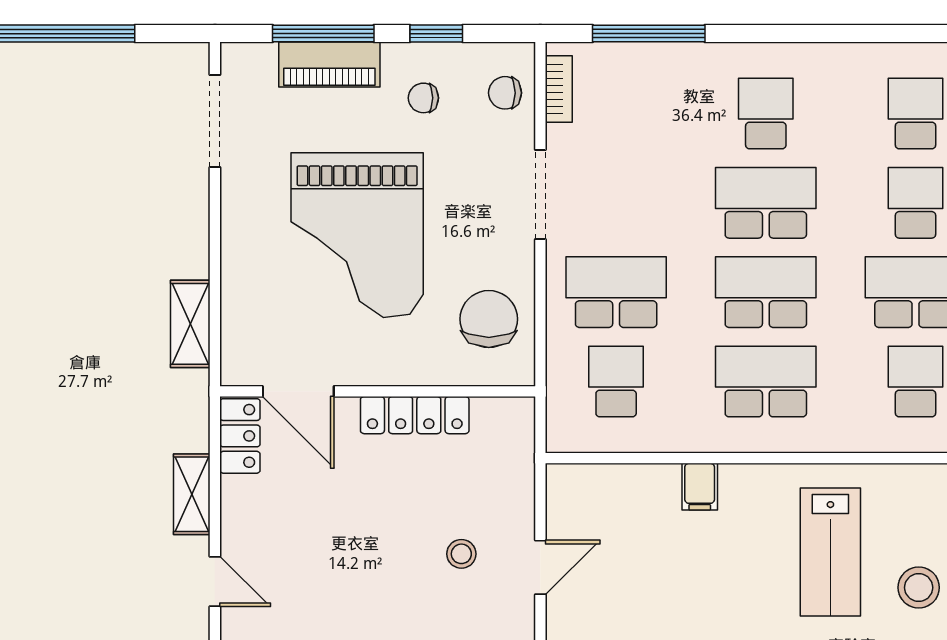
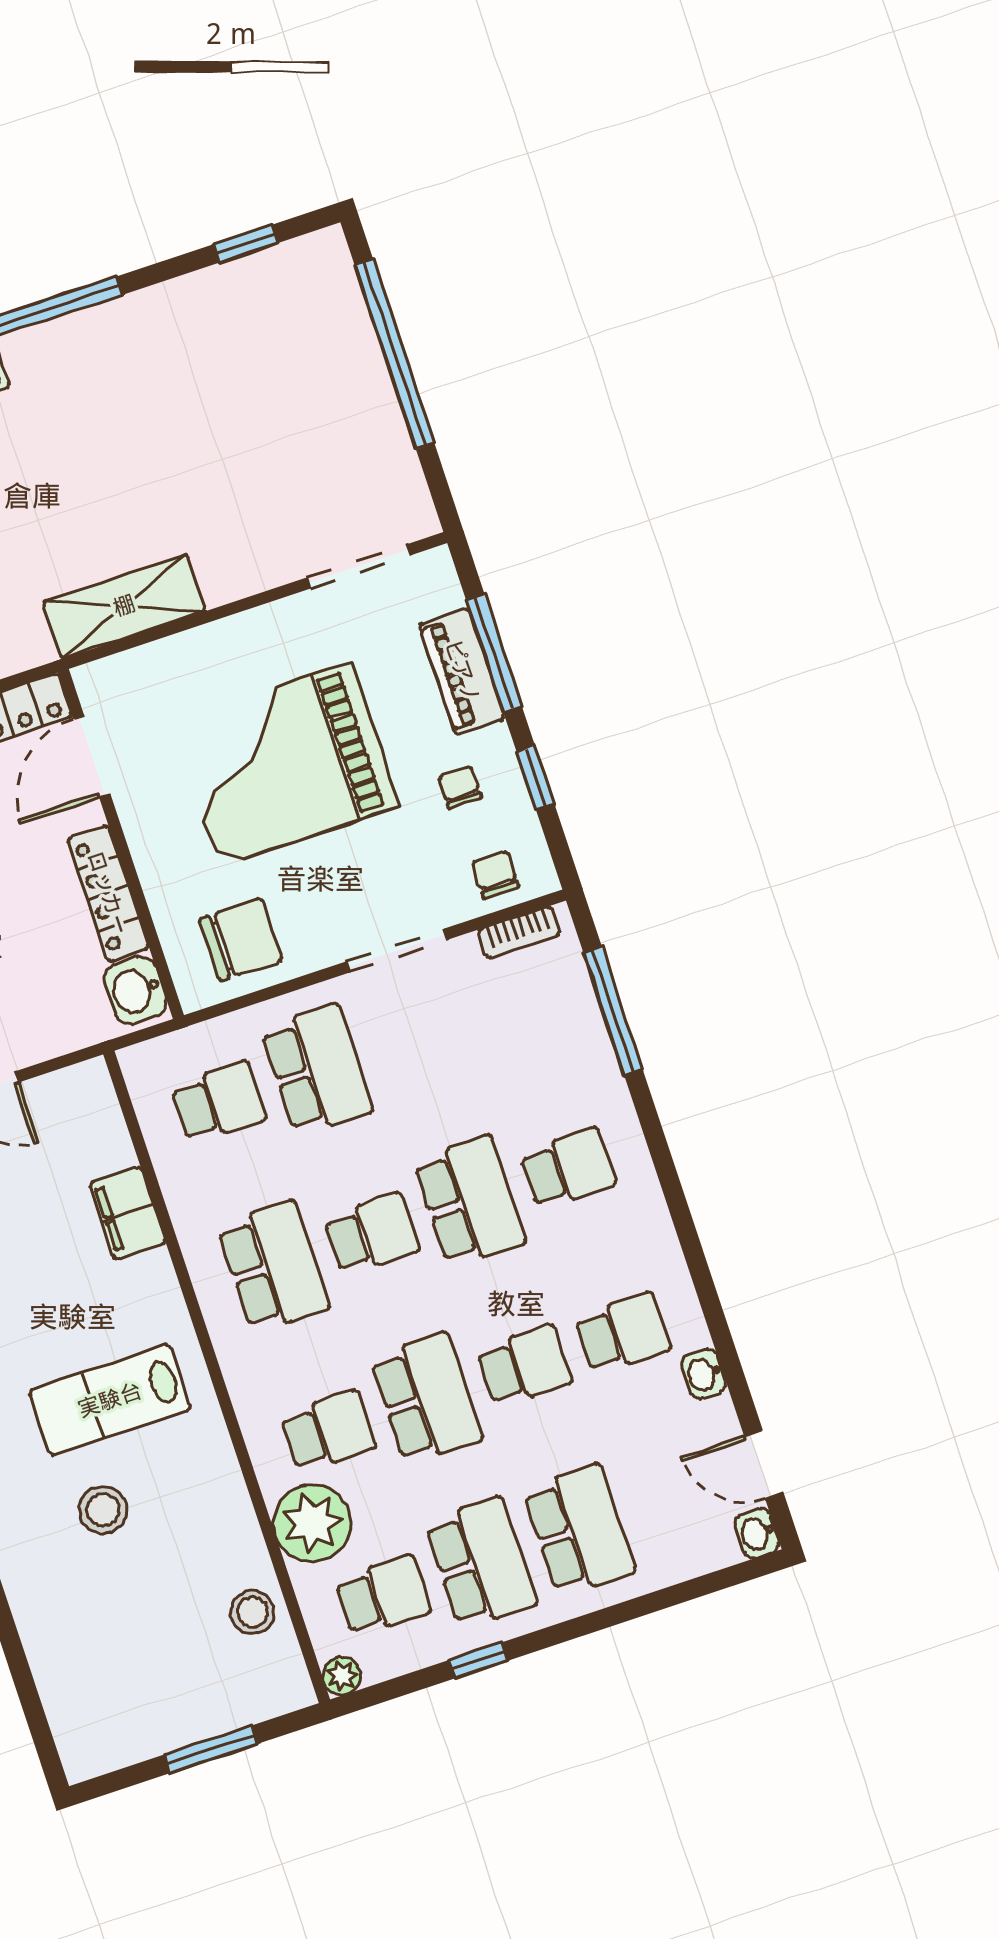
school desk: (766, 292) -> (372, 1234), width x0.54
shelving: (190, 324) -> (124, 606), width x1.50, depth x1.33
washbasin: (502, 419) -> (135, 990), added
filing cabinet: (700, 487) -> (127, 1213), width x2.00

